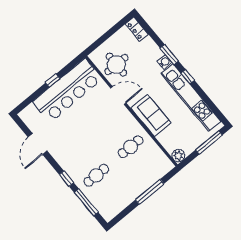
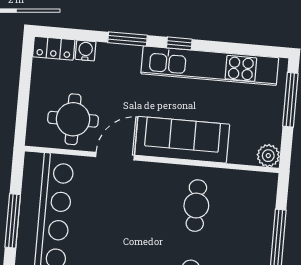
water cooler: (165, 62) -> (86, 50), moved
window: (53, 81) -> (13, 221), width x2.17
sofa: (151, 115) -> (182, 140), width x1.36

